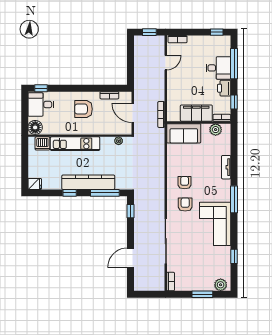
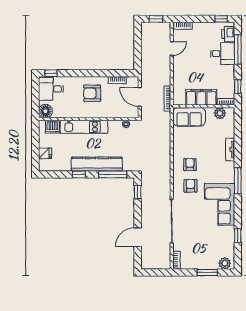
printer: (224, 88) -> (228, 34), moved
fridge: (35, 184) -> (45, 153), moved

